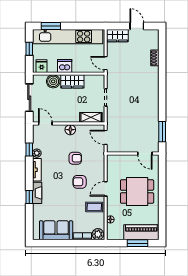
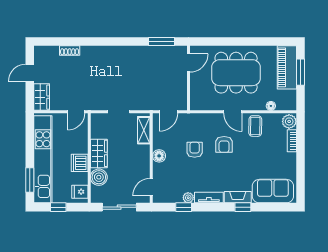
dining table: (137, 191) -> (236, 73), width x1.38
sofa: (56, 230) -> (273, 191), moved, turned 90

